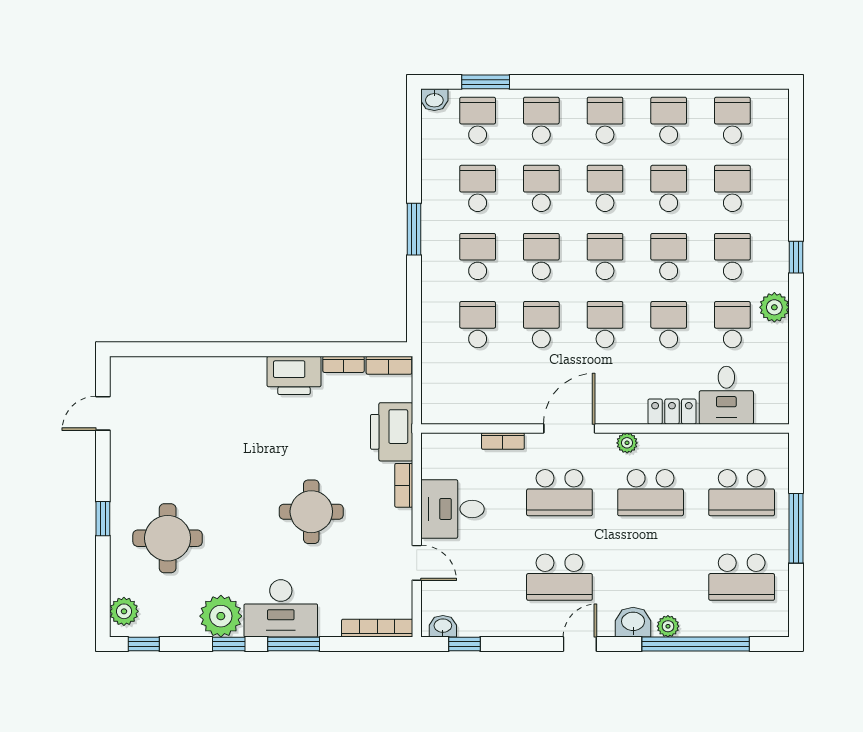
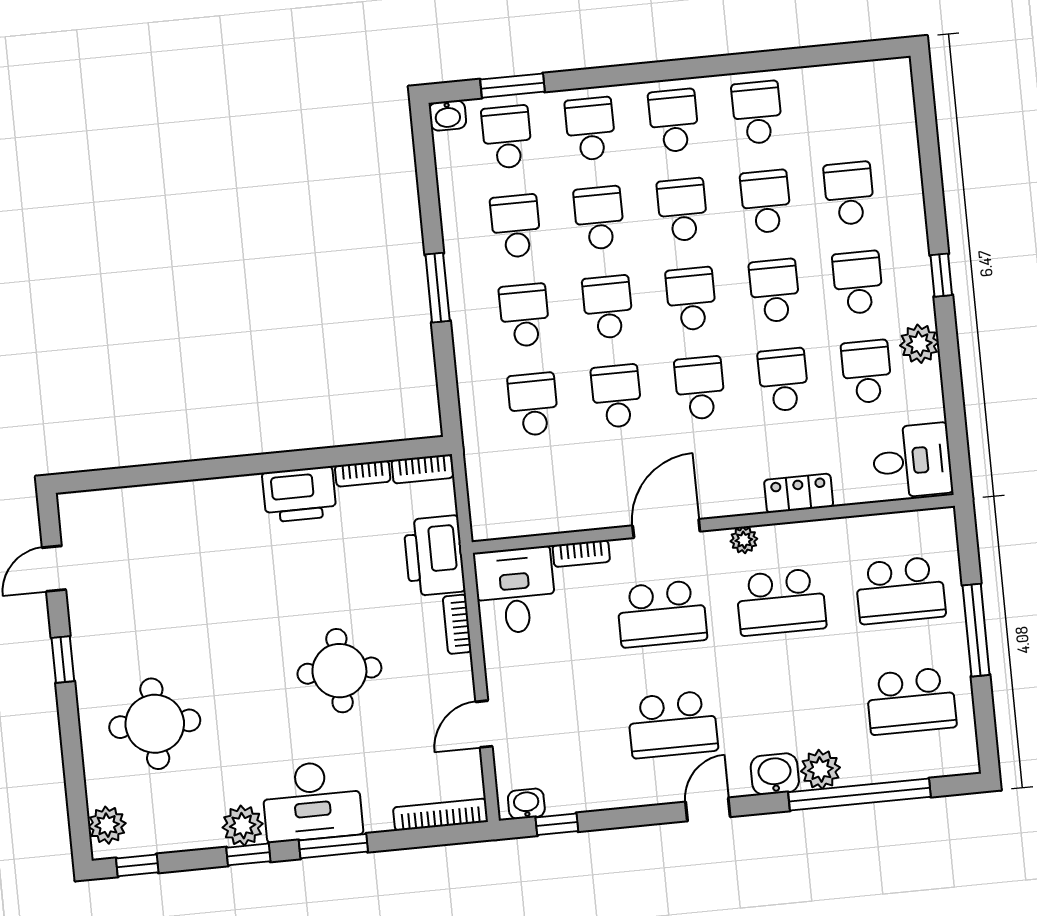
school desk: (732, 120) -> (840, 104), removed
desk: (726, 395) -> (912, 461), moved, turned -90
desk: (452, 509) -> (515, 591), moved, turned 90
window: (103, 519) -> (63, 659), moved
door: (417, 563) -> (484, 724), swing flipped
plant: (221, 616) -> (243, 826), width x0.73, depth x0.73
plant: (668, 626) -> (821, 769), width x1.38, depth x1.38

